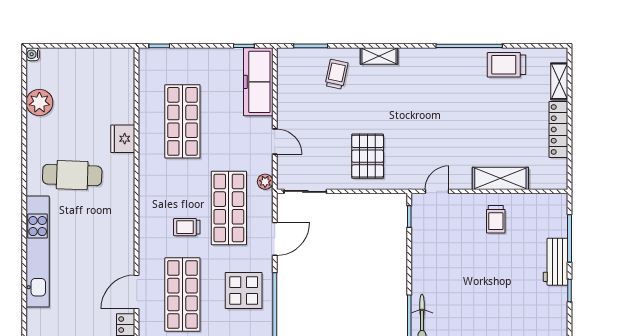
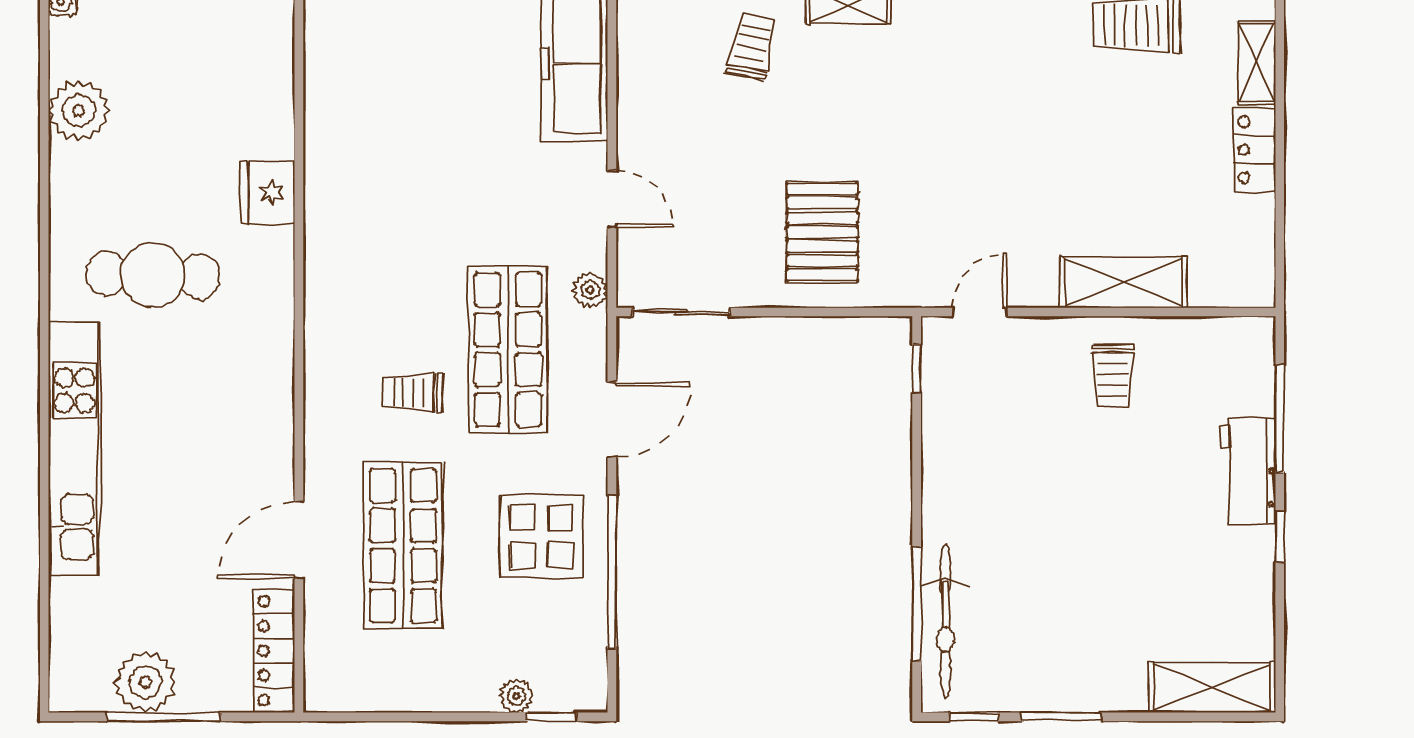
shop shelf: (182, 121) -> (403, 153), removed
locker: (558, 129) -> (1255, 150), width x0.66

